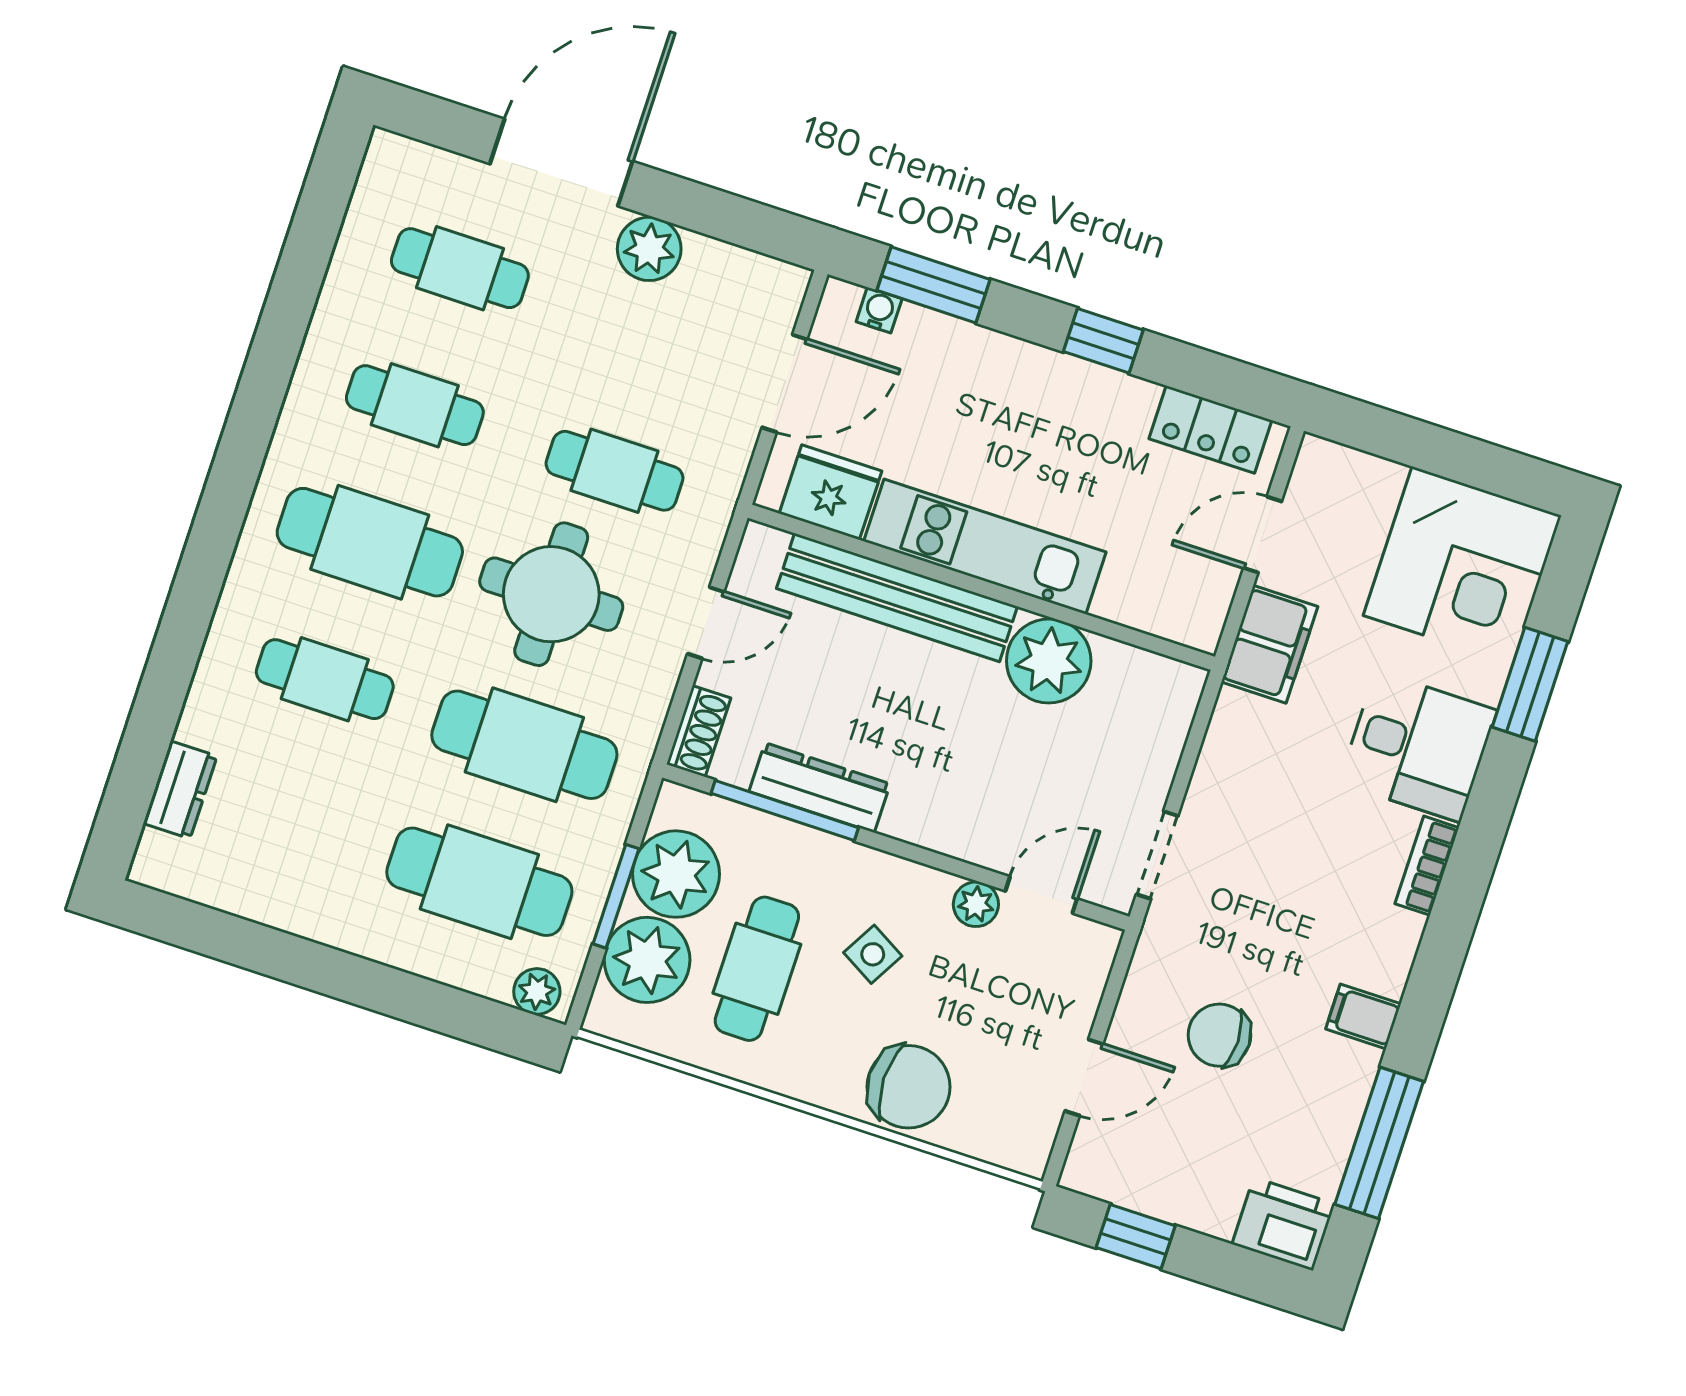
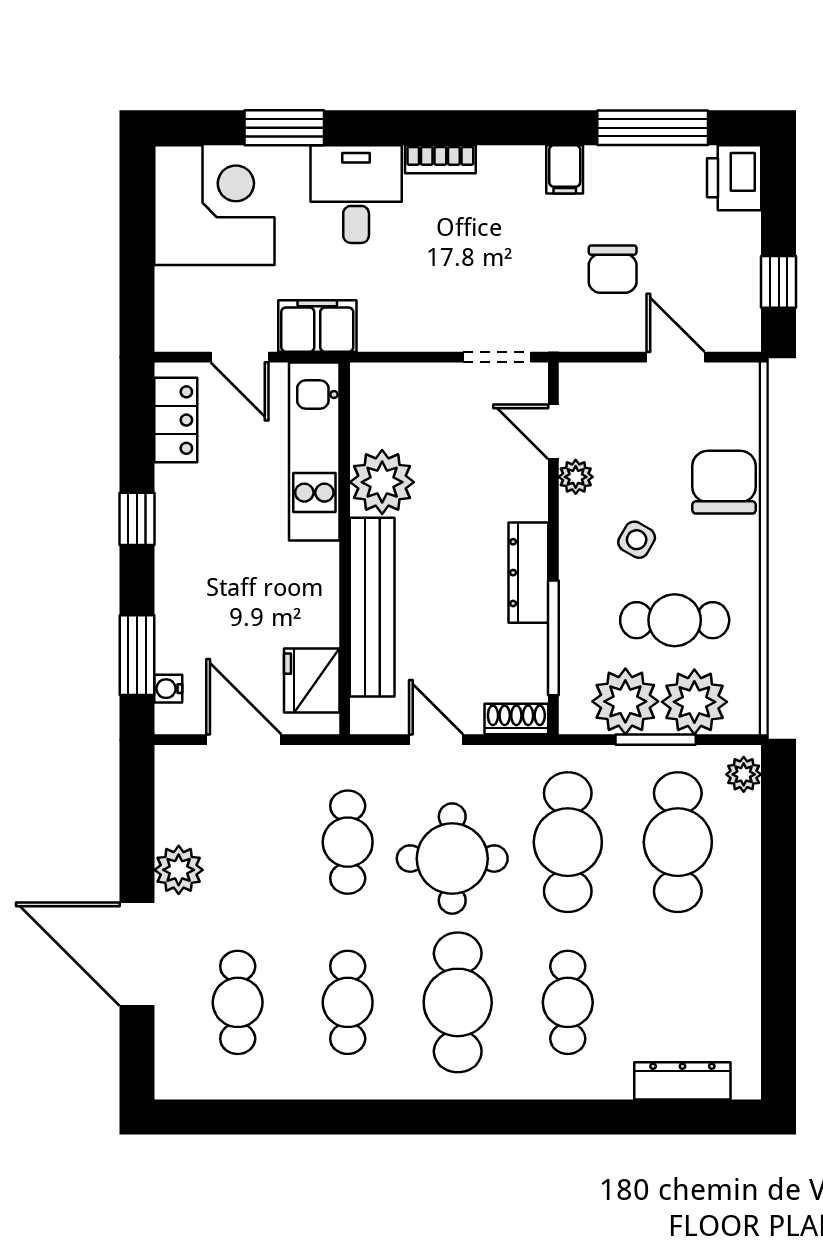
kitchen unit: (985, 547) -> (314, 452), moved
dresser: (820, 788) -> (528, 573), moved
dresser: (180, 790) -> (682, 1081), width x1.44

